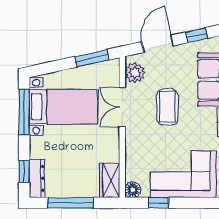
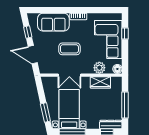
window: (92, 58) -> (45, 113), moved
plant: (135, 73) -> (99, 68), moved
wardrobe: (110, 180) -> (100, 82), moved
window: (159, 203) -> (125, 33), moved

